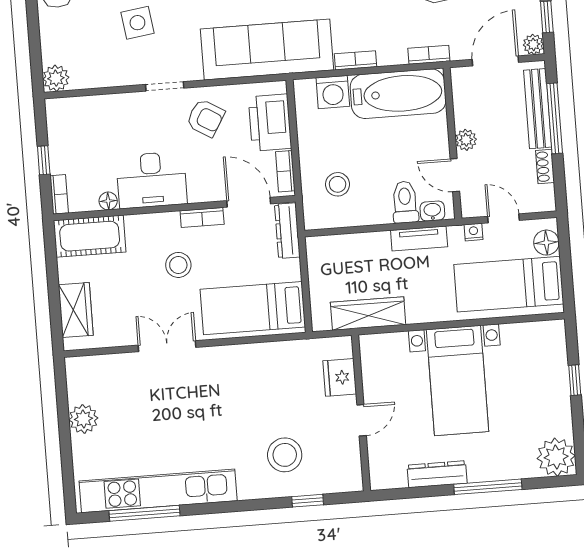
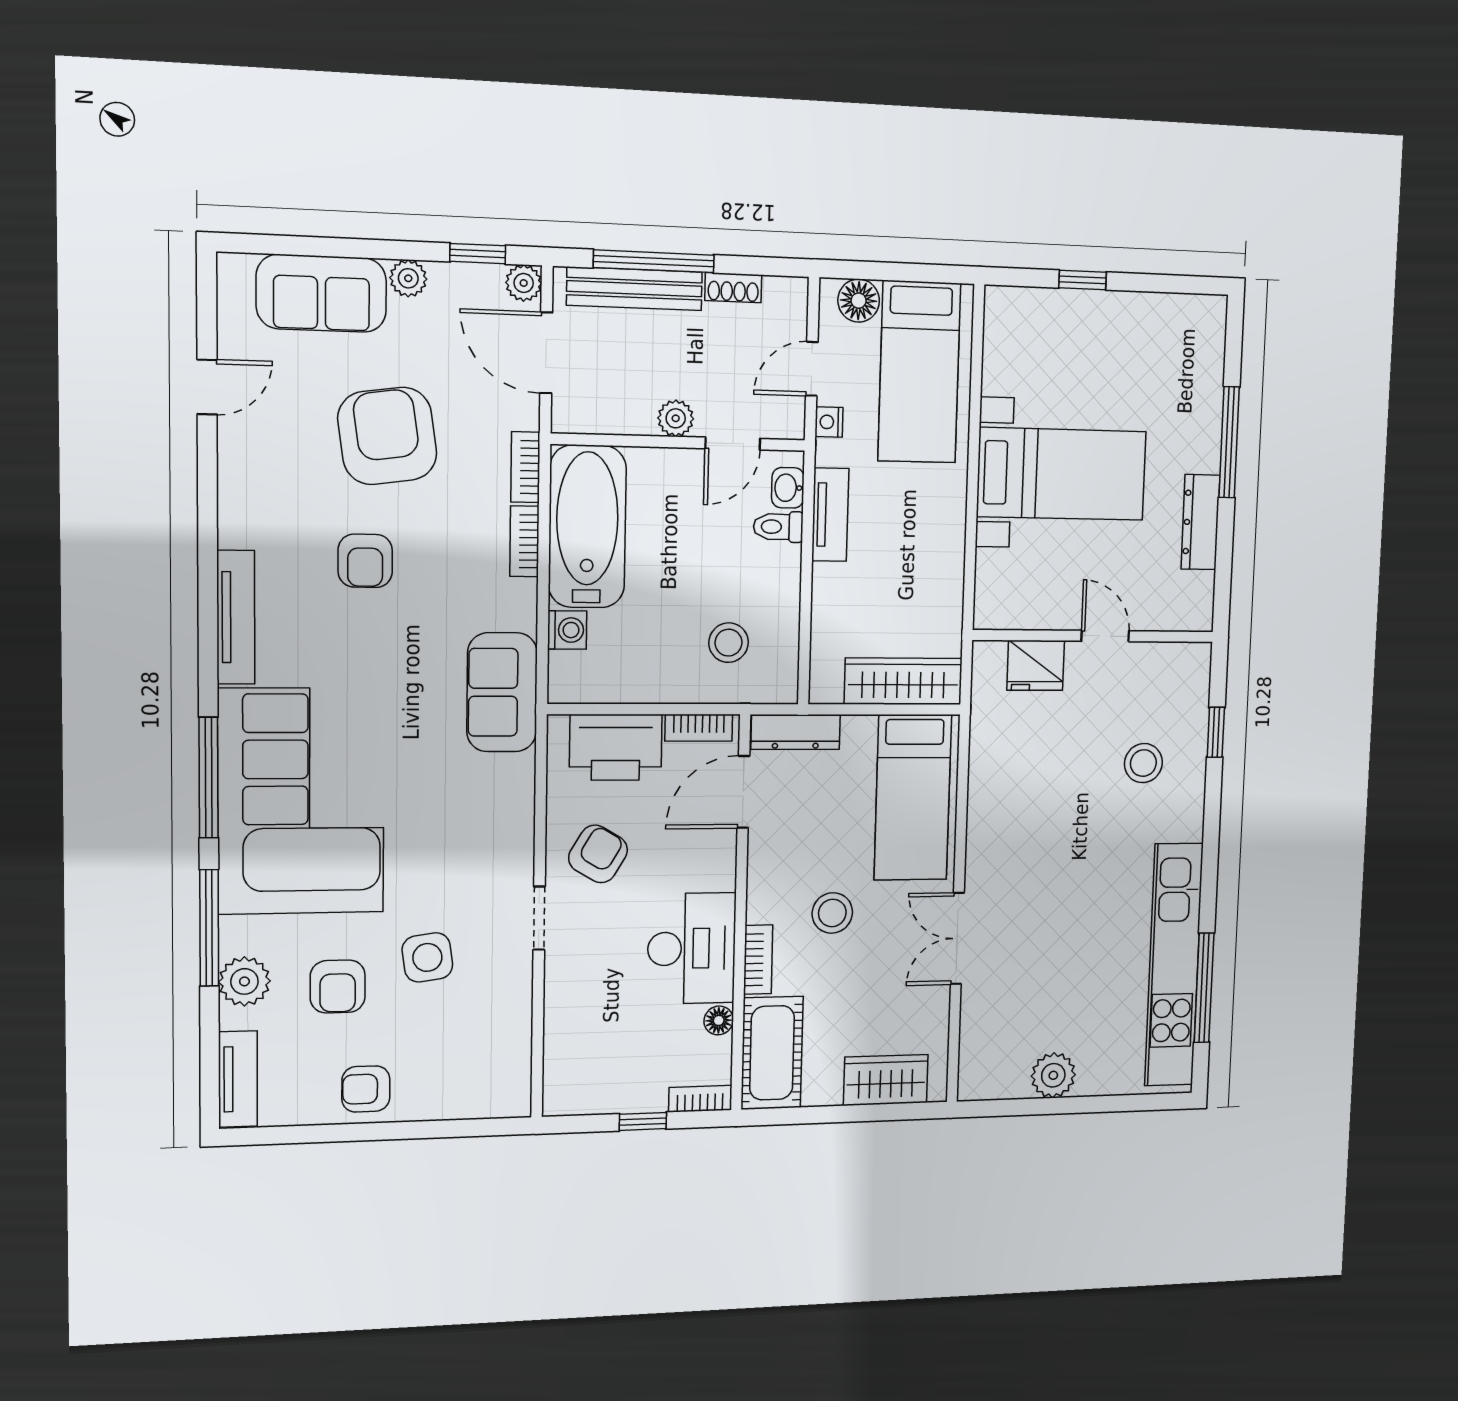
sofa: (267, 50) -> (502, 692), width x0.54, depth x0.79
bookcase: (356, 60) -> (524, 541), moved
plant: (56, 78) -> (509, 1096), removed
washing machine: (333, 92) -> (567, 630), width x0.73, depth x0.73
toilet: (405, 202) -> (778, 527), width x0.73, depth x0.72
bookcase: (202, 217) -> (758, 960), moved
wardrobe: (368, 313) -> (903, 681), moved, turned 90
stool: (285, 455) -> (1143, 763), width x0.73, depth x0.73
plant: (556, 457) -> (1197, 326), removed

